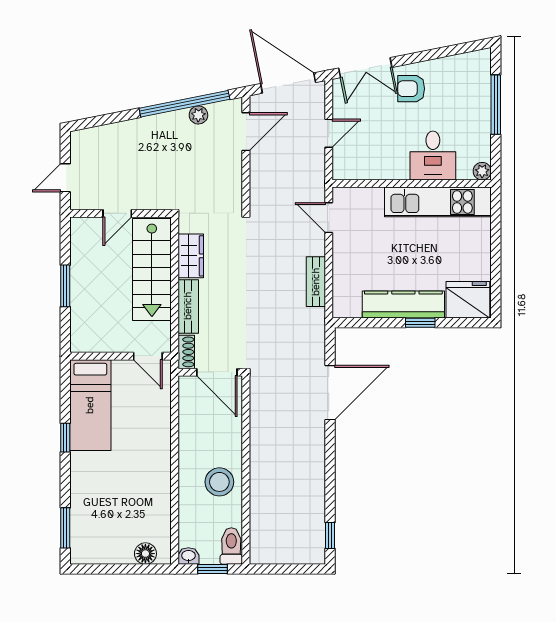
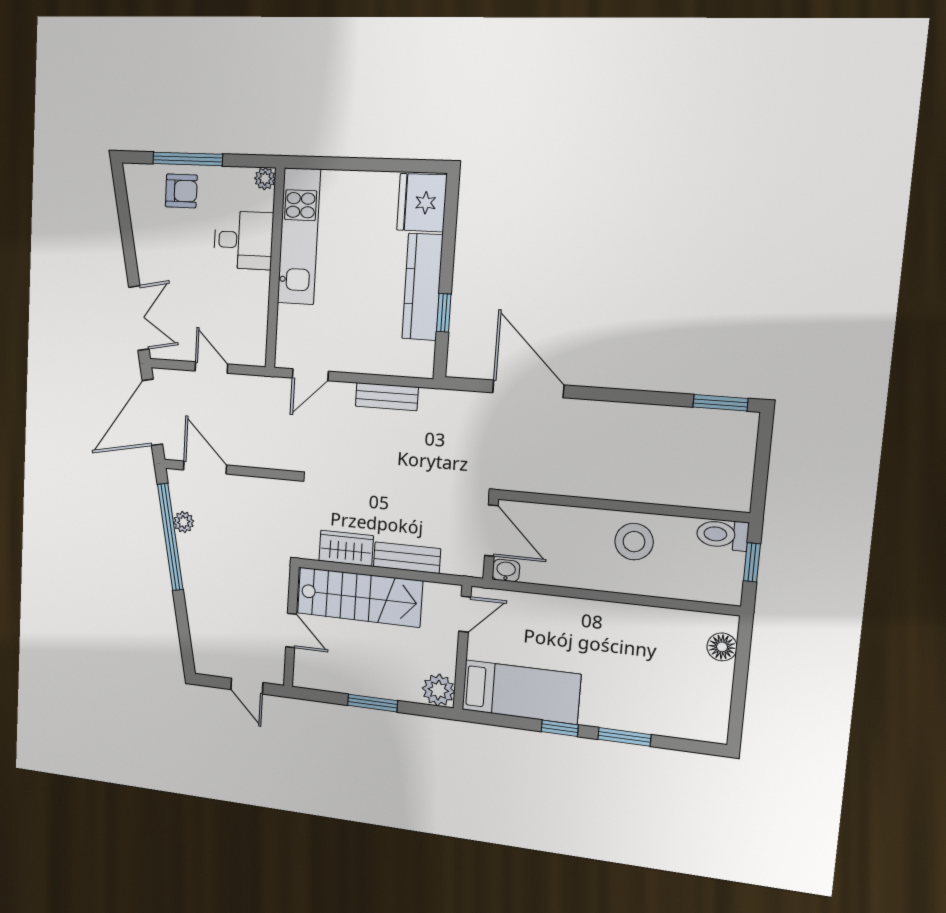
armchair: (411, 89) -> (181, 191), moved, turned -90
window: (420, 323) -> (444, 313), moved
plant: (83, 339) -> (438, 690), added
shoe rack: (186, 352) -> (463, 566), removed
door: (217, 372) -> (491, 531), hinge flipped
window: (65, 528) -> (624, 737), moved
window: (330, 535) -> (720, 403), width x1.50
washbasin: (188, 556) -> (506, 570), moved, turned 90

